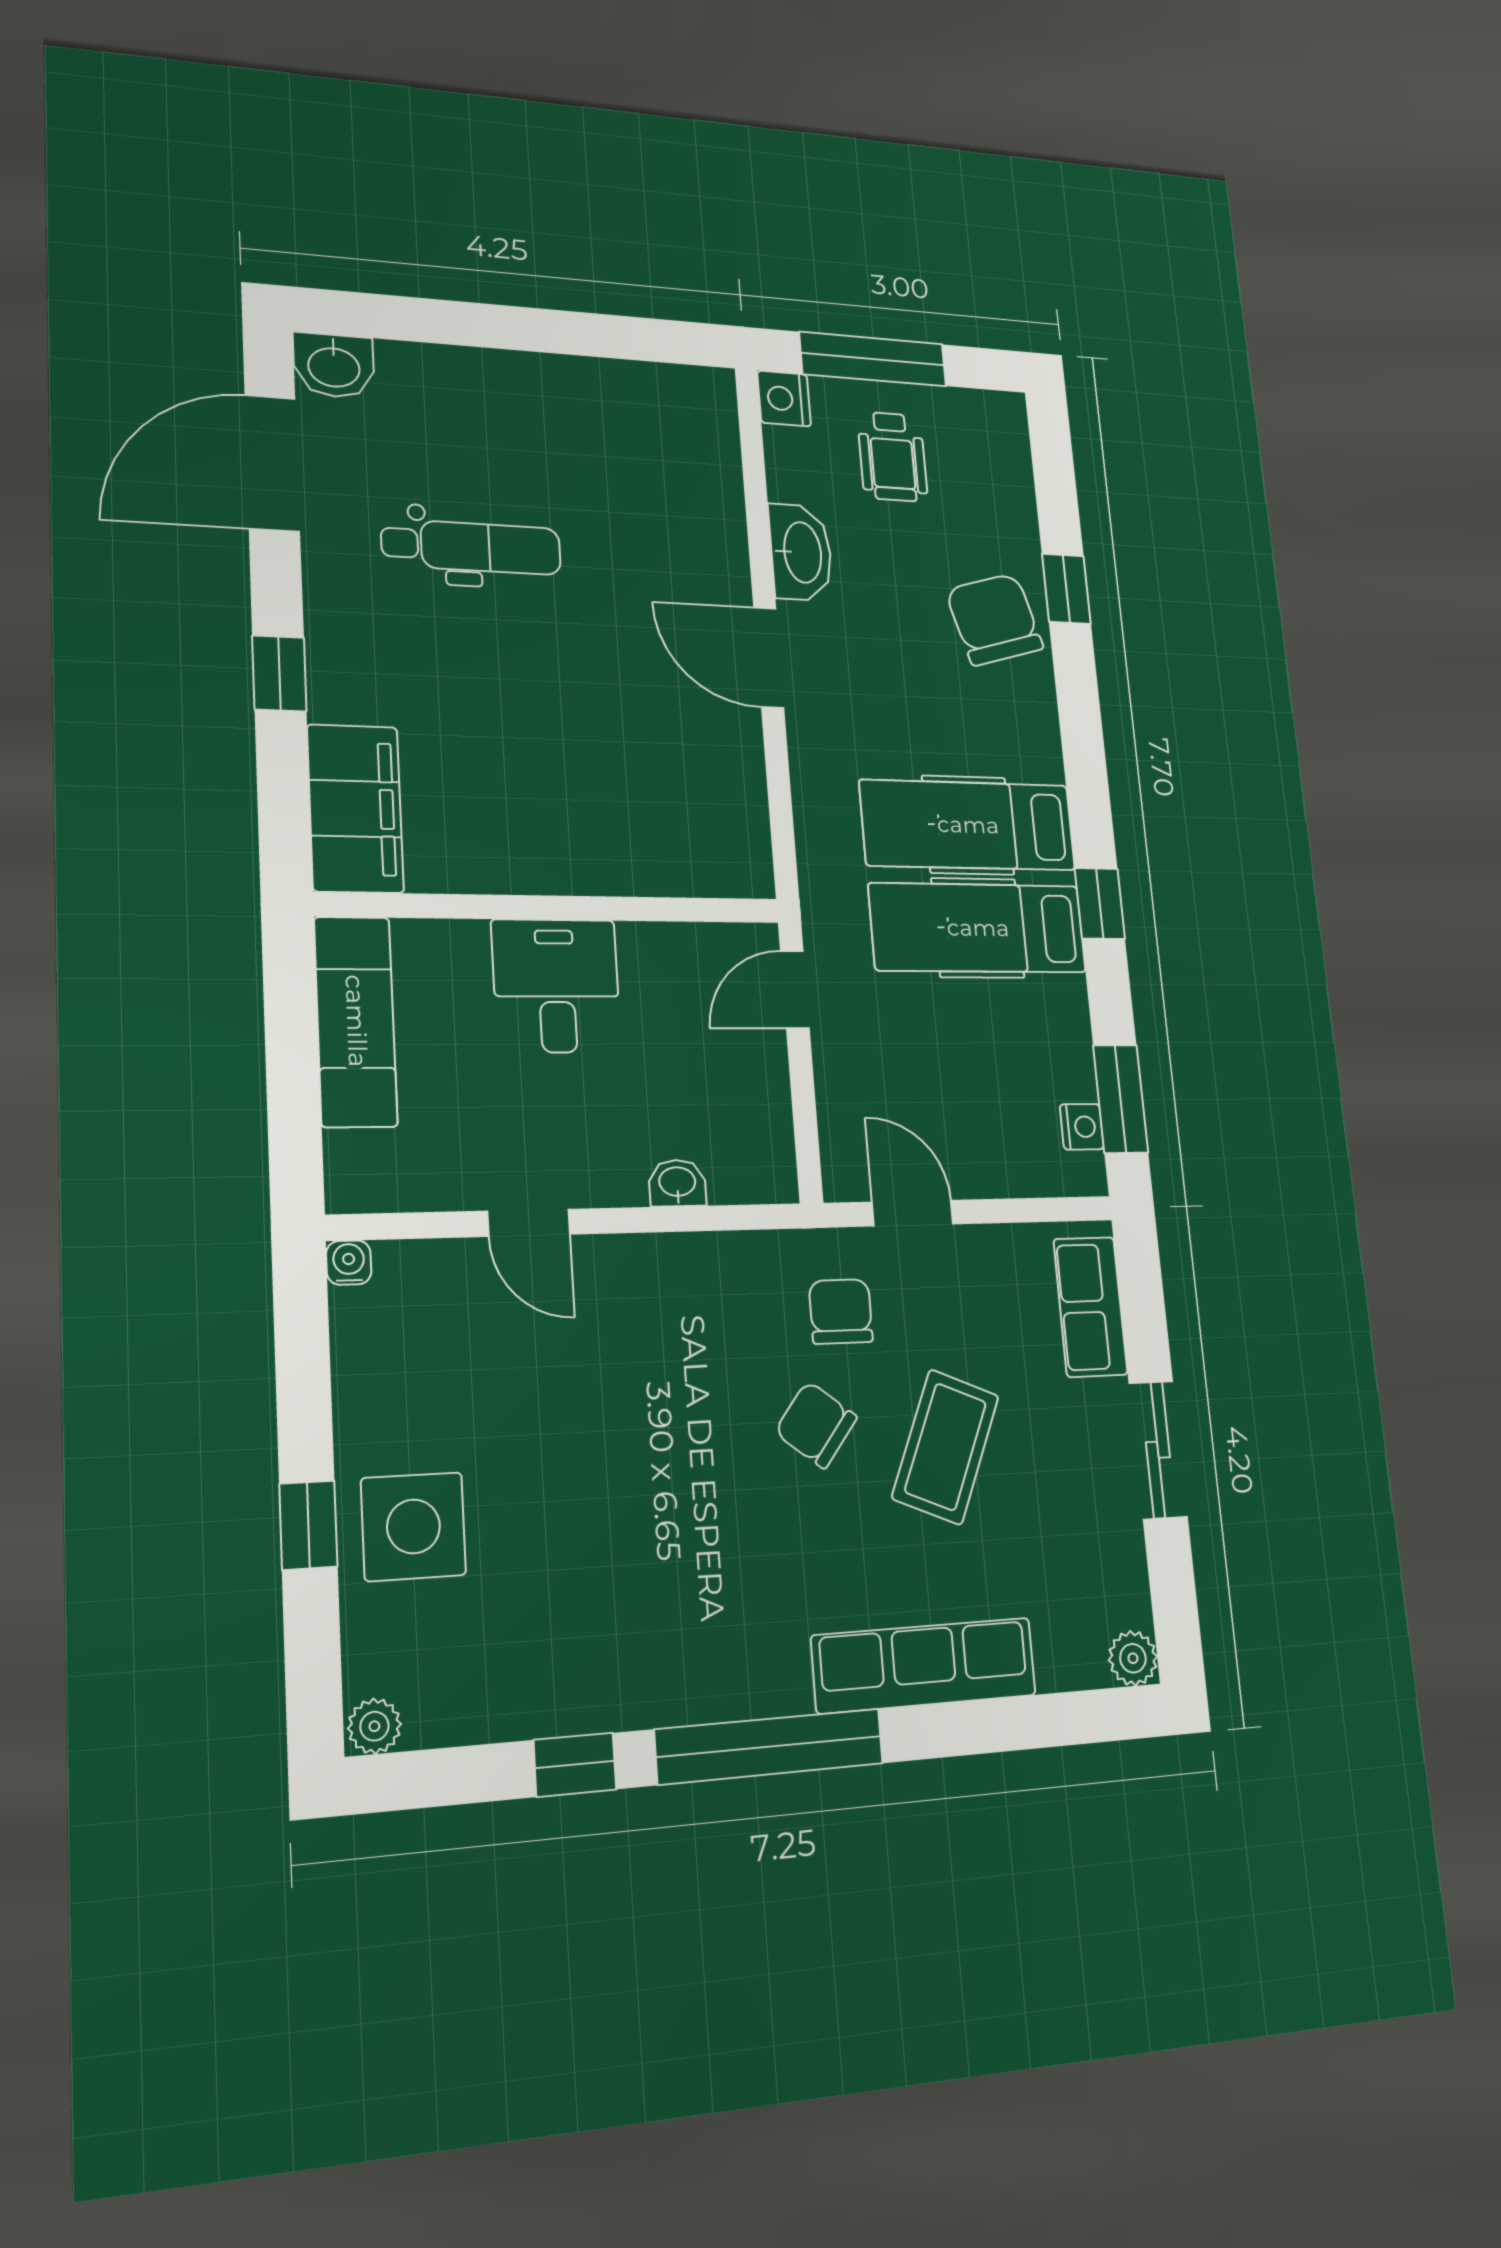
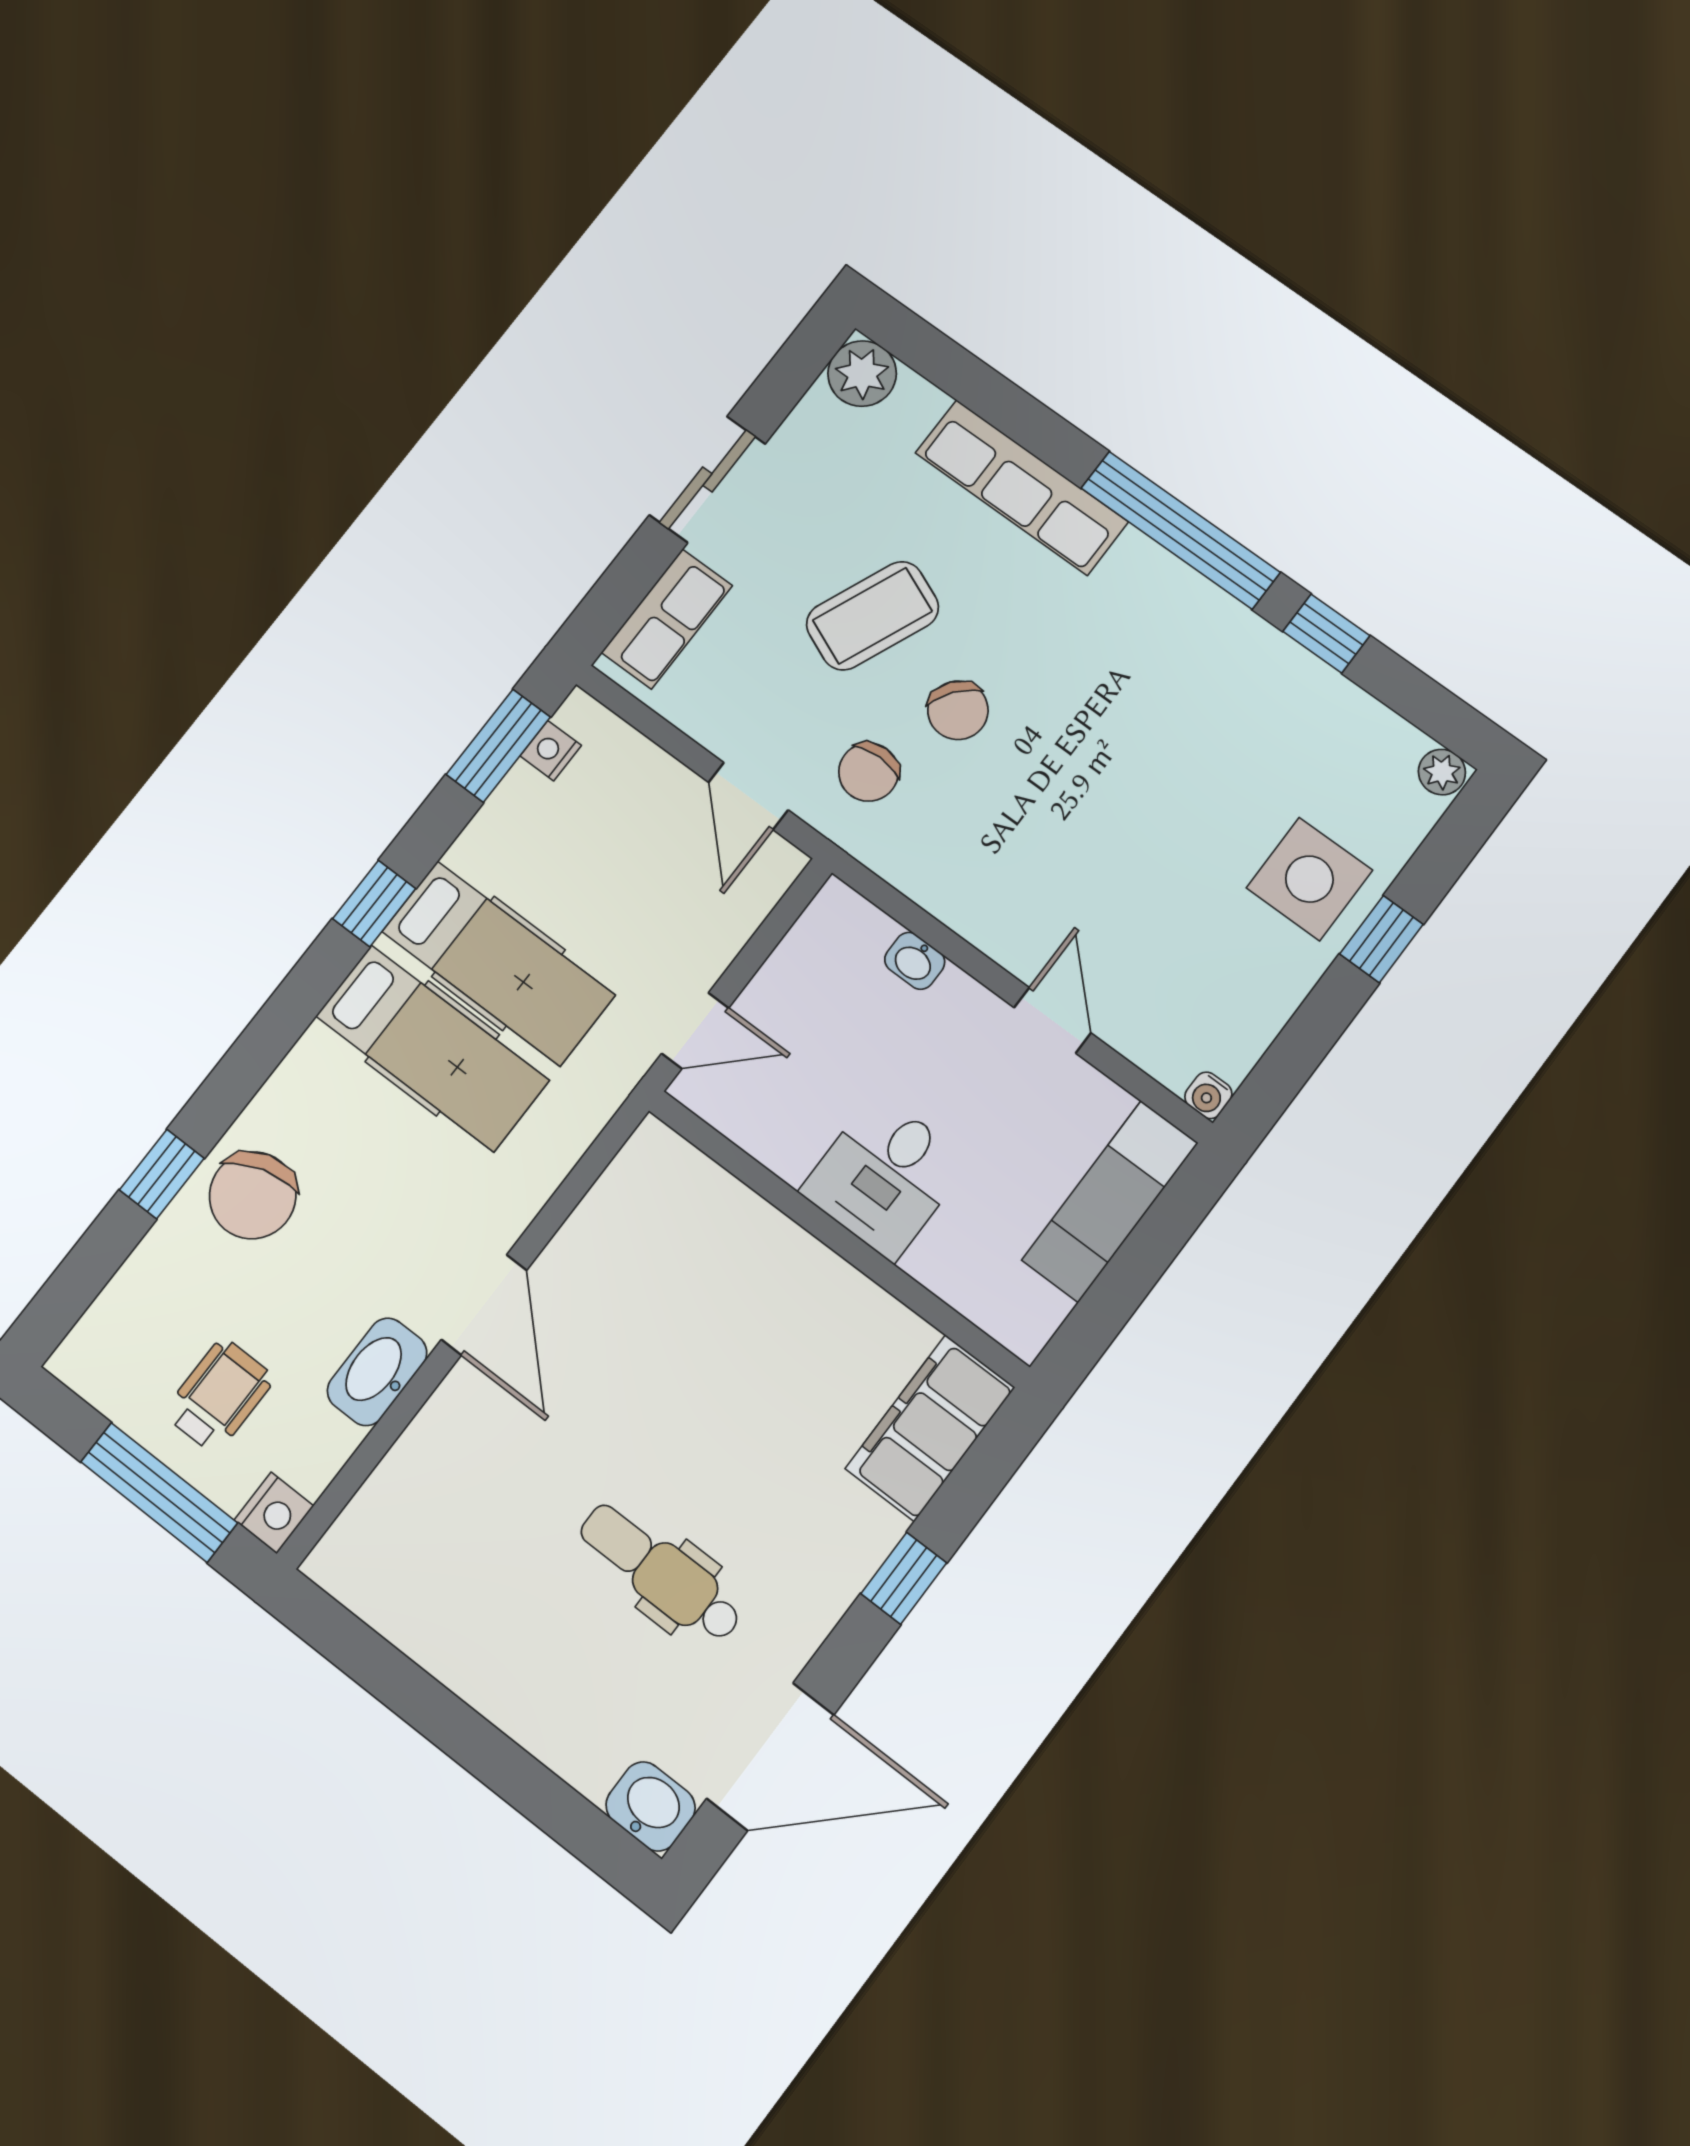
exam couch: (356, 1021) -> (1110, 1201), moved
plant: (1133, 1658) -> (862, 374), width x1.38, depth x1.38

